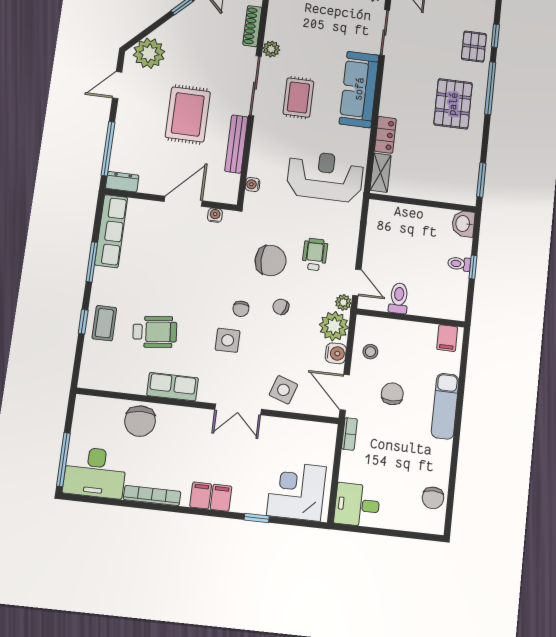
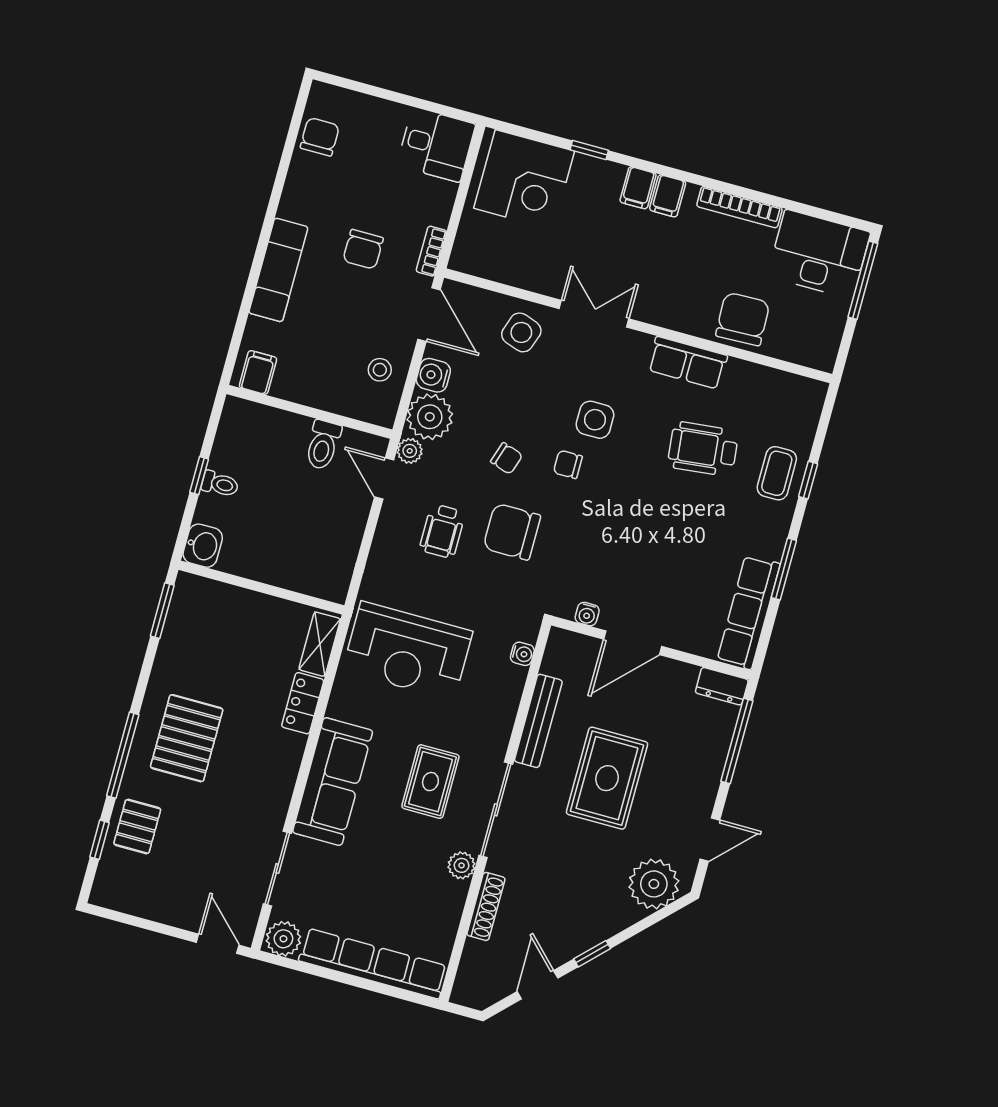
chair: (241, 309) -> (568, 464), turned -90
chair: (392, 394) -> (363, 249), moved

